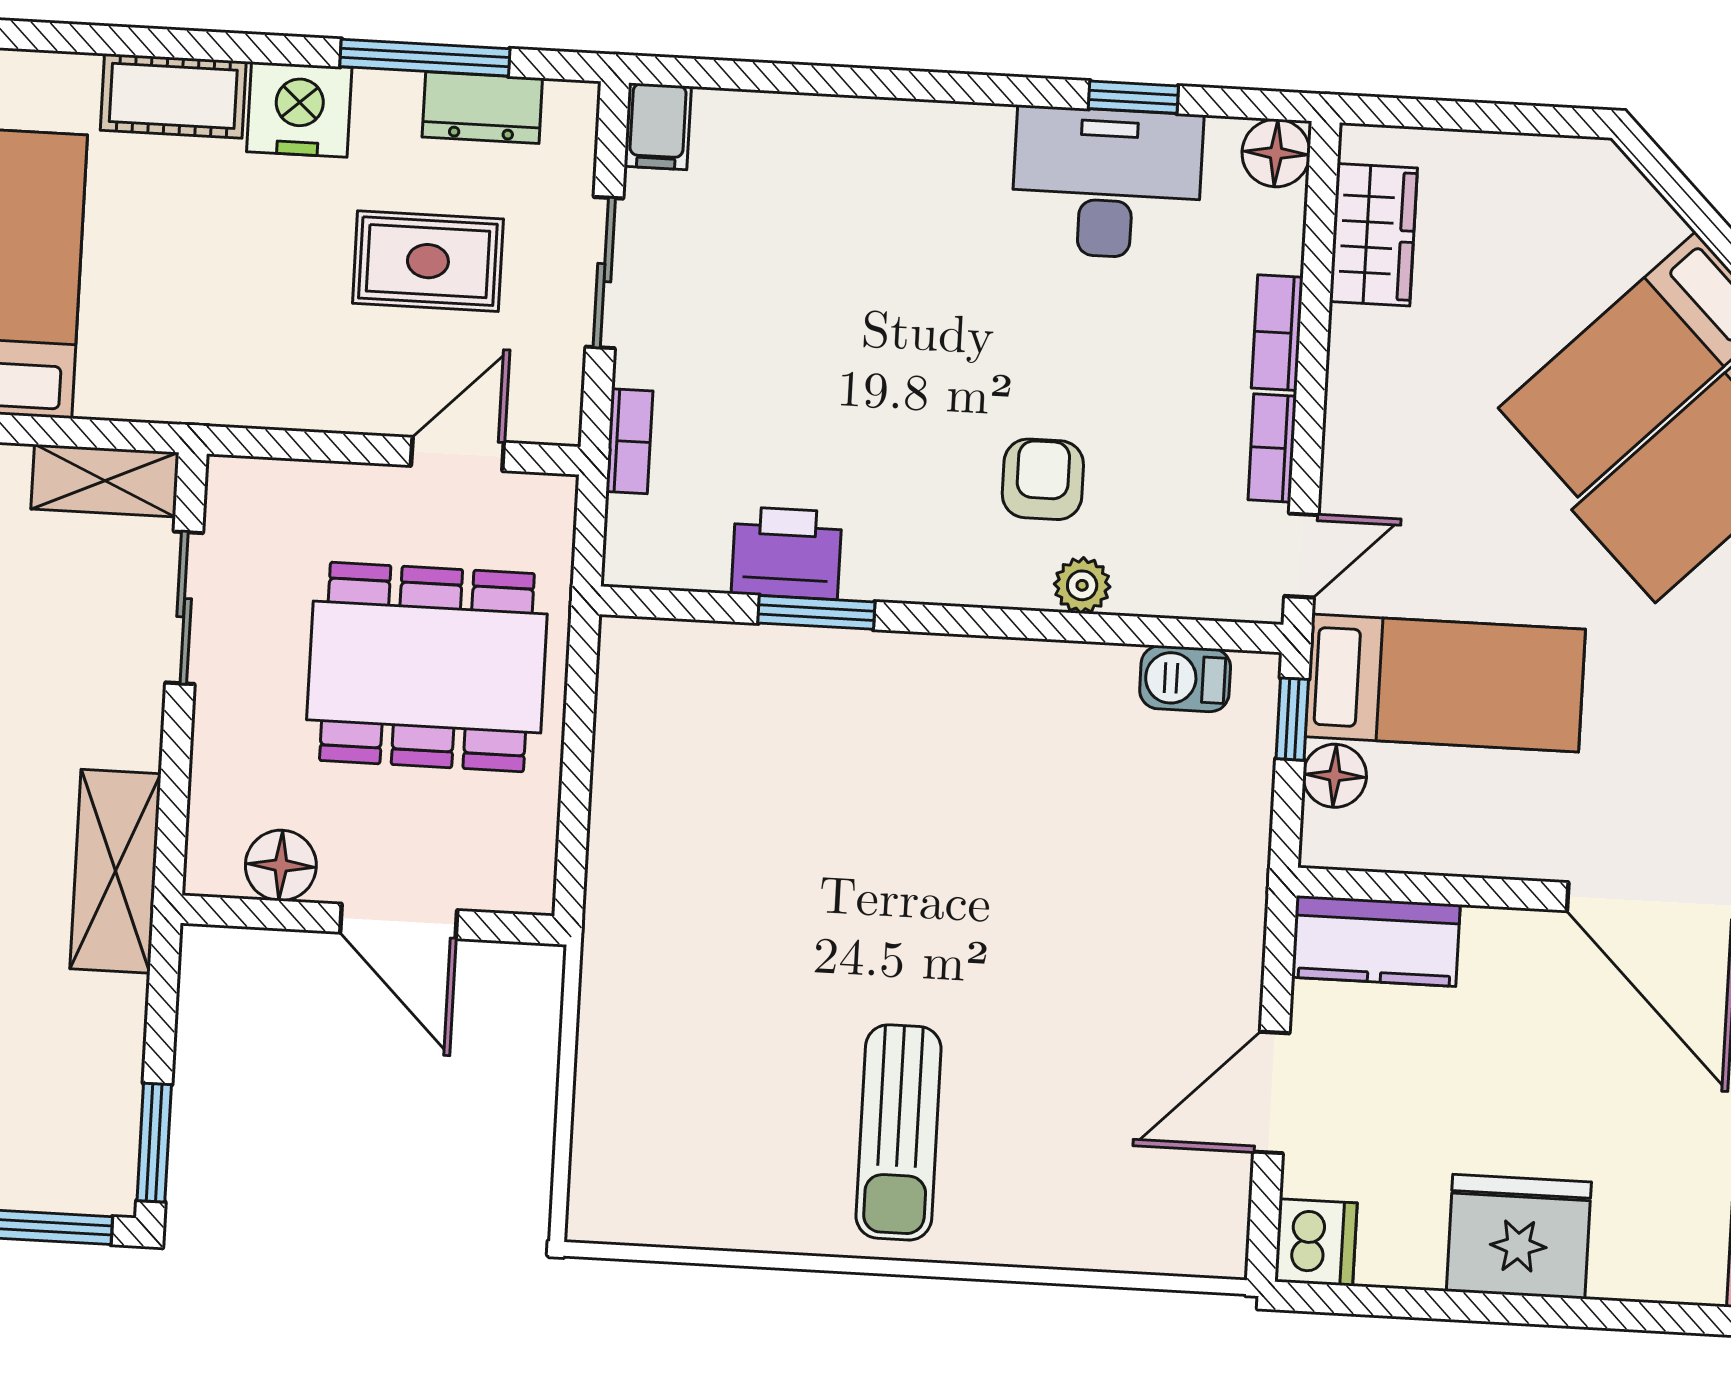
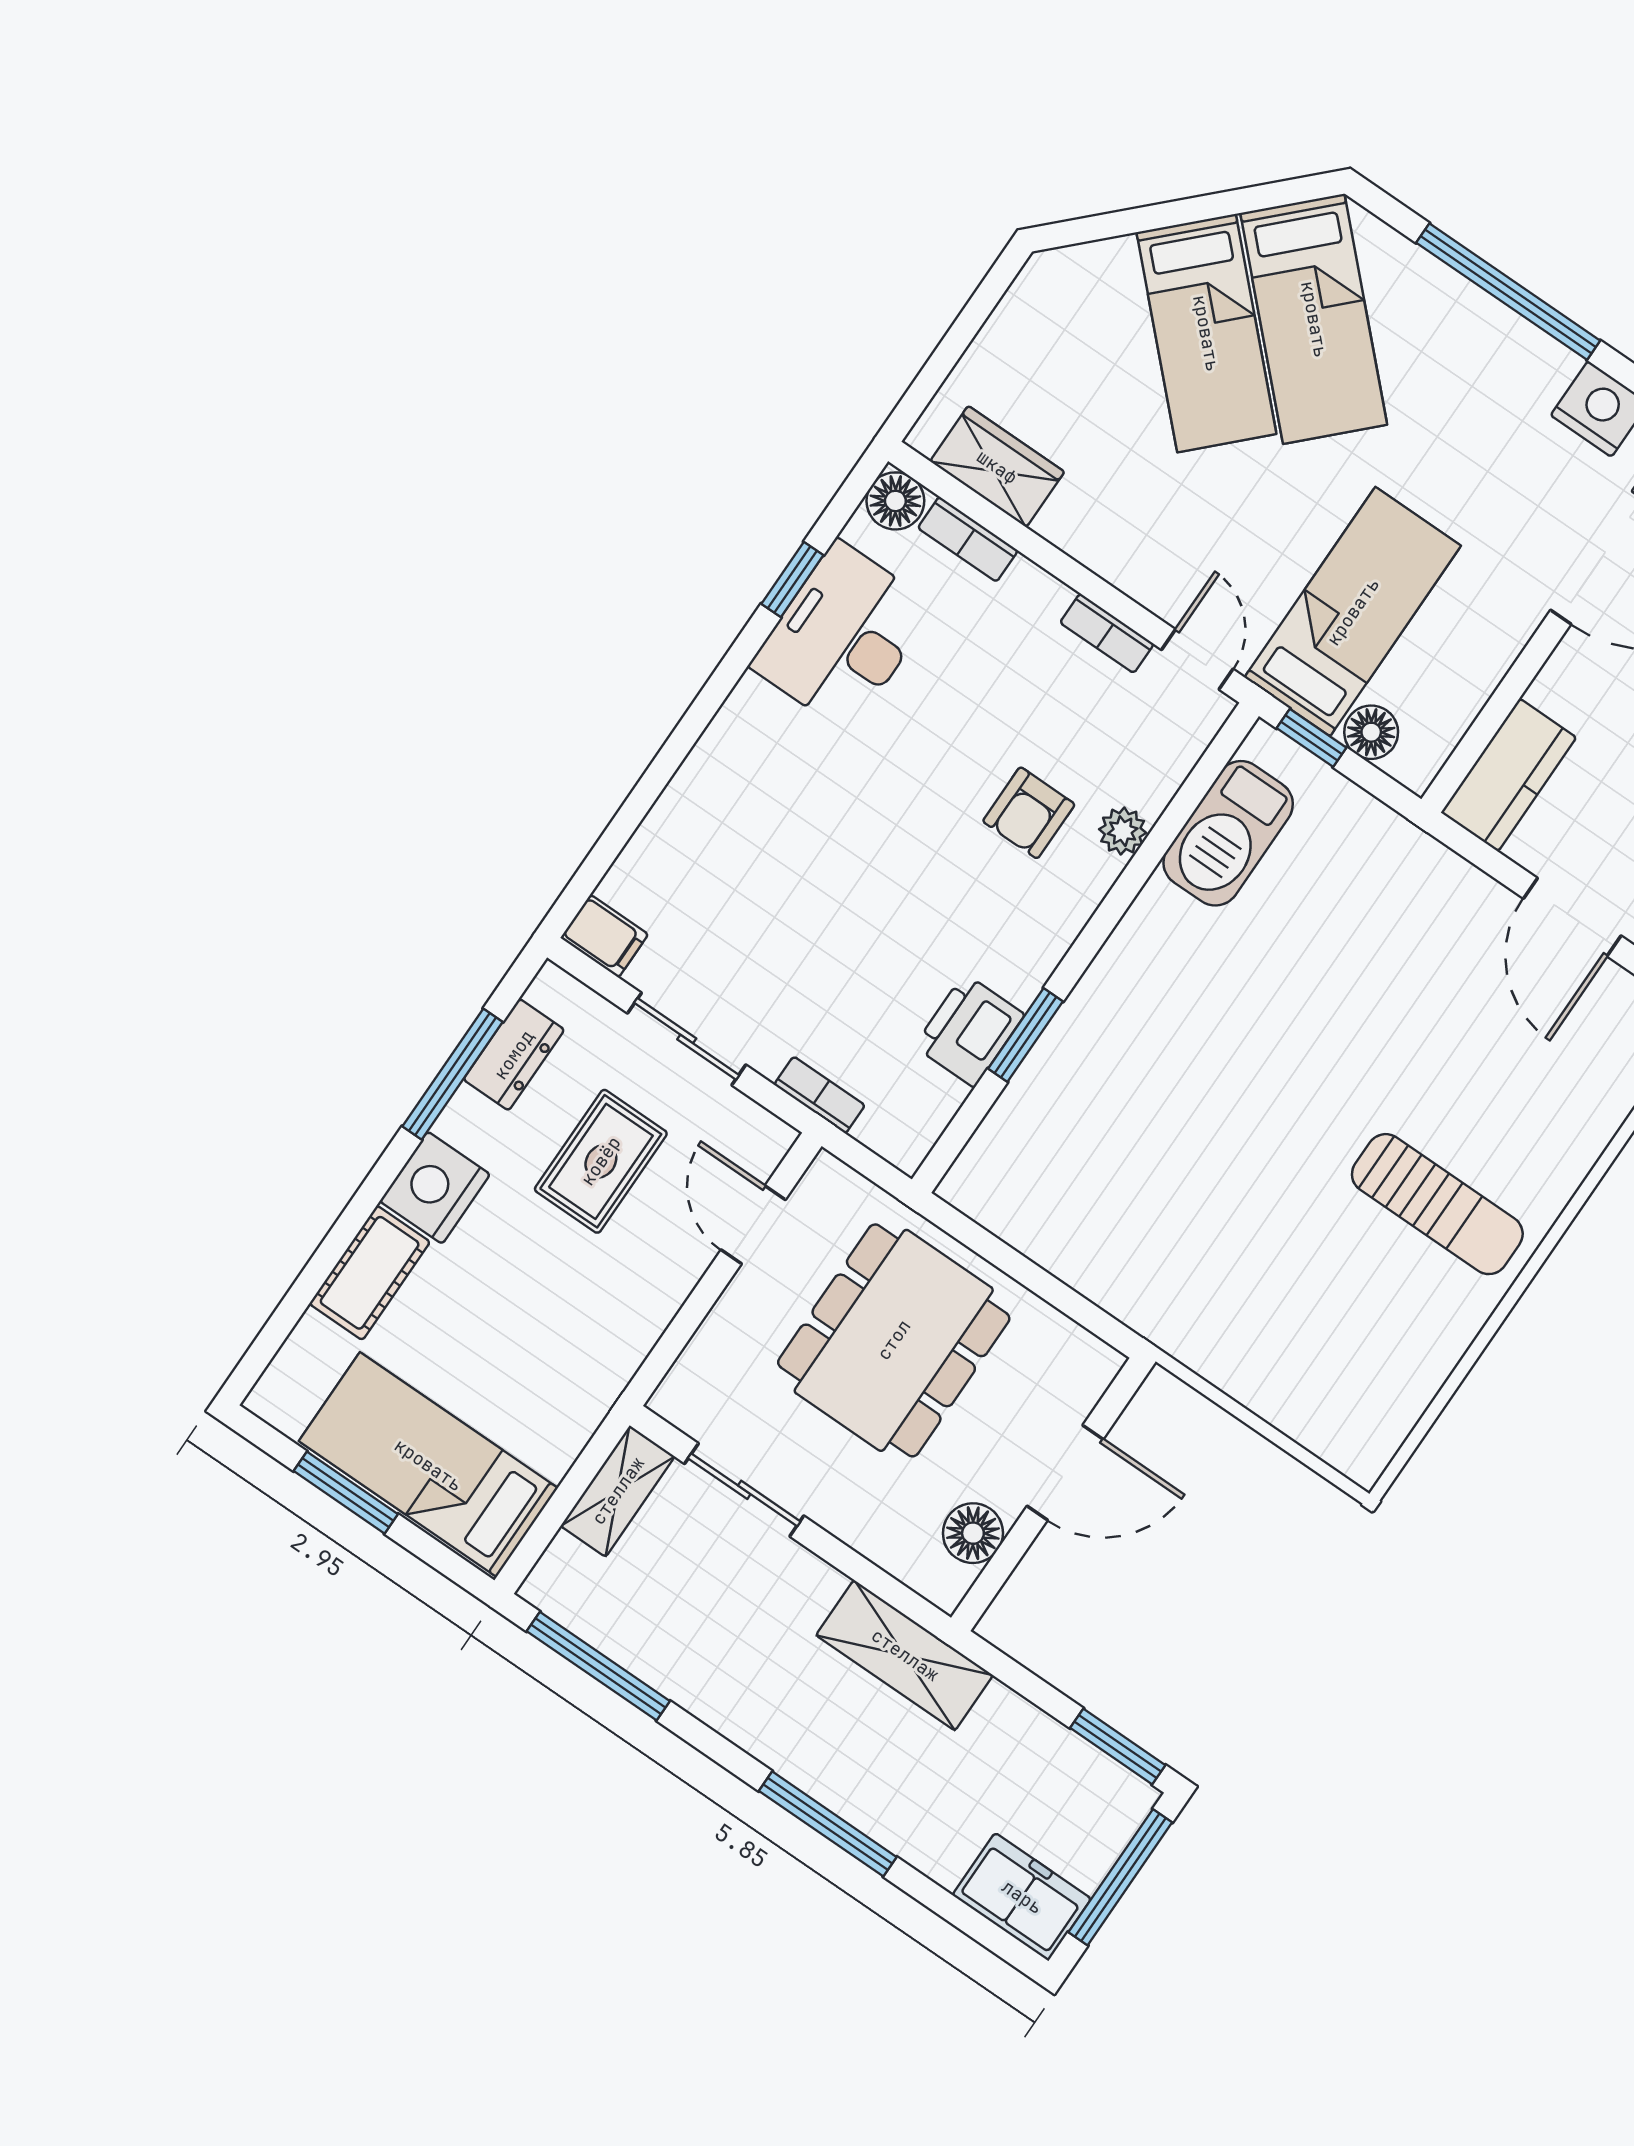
bookcase: (1277, 333) -> (968, 539), moved
armchair: (1043, 479) -> (1029, 813), turned -90
barbecue: (1185, 679) -> (1228, 833), width x1.88, depth x1.53

